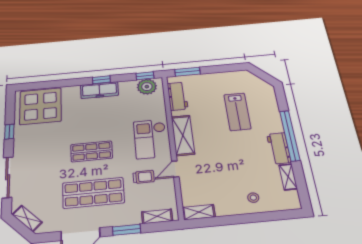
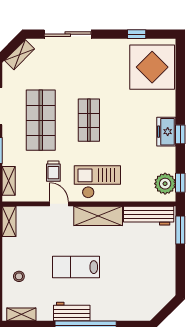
freezer: (99, 90) -> (166, 132), width x0.71
workbench: (178, 96) -> (149, 216), width x1.38
lab bench: (237, 112) -> (76, 267), moved
window: (9, 132) -> (137, 34), moved
shelving: (288, 177) -> (21, 314), moved

